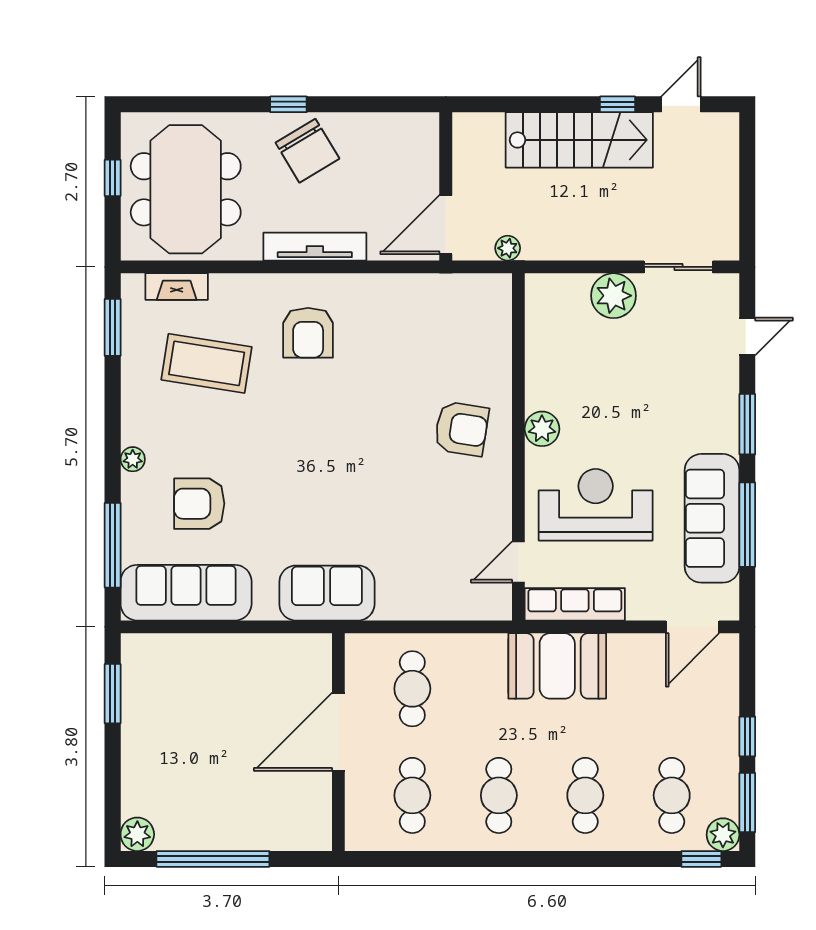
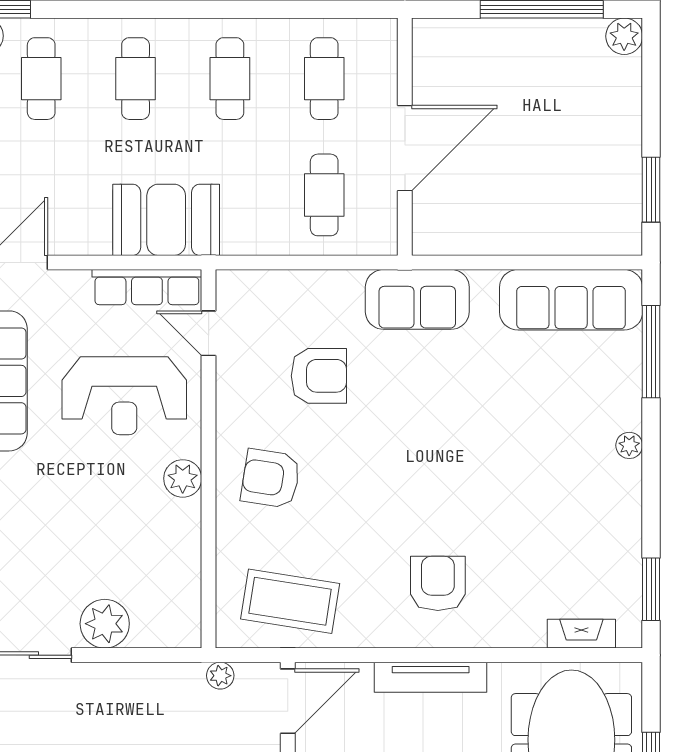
coffee table: (207, 363) -> (290, 601), moved
armchair: (199, 504) -> (319, 376), moved
door: (518, 562) -> (209, 333), swing flipped

